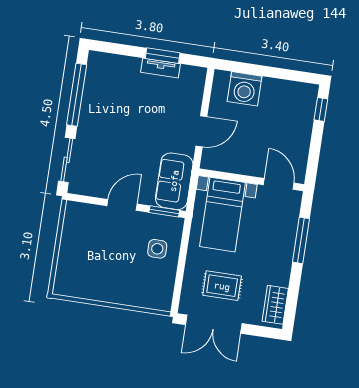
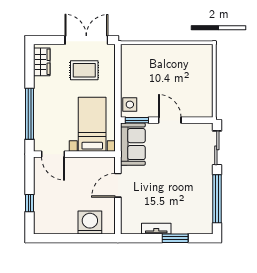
window: (163, 56) -> (175, 238), moved
window: (321, 109) -> (29, 203), moved
door: (122, 205) -> (170, 120), swing flipped
window: (301, 240) -> (29, 114), width x1.46
side table: (157, 249) -> (130, 105), moved

